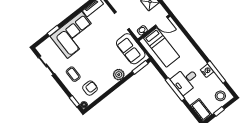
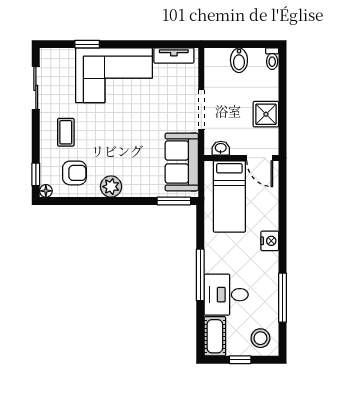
nightstand: (207, 71) -> (270, 241), moved
plant: (119, 75) -> (111, 187), moved
desk: (185, 81) -> (226, 295), moved

